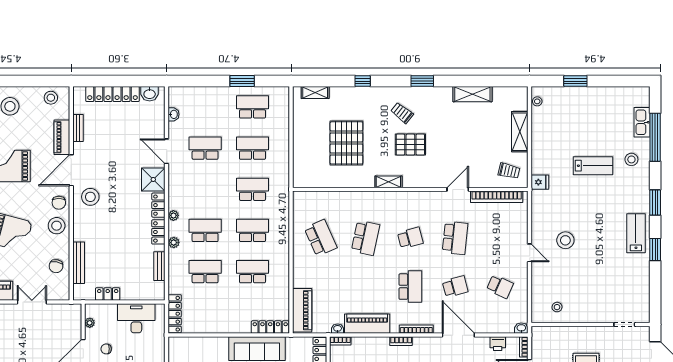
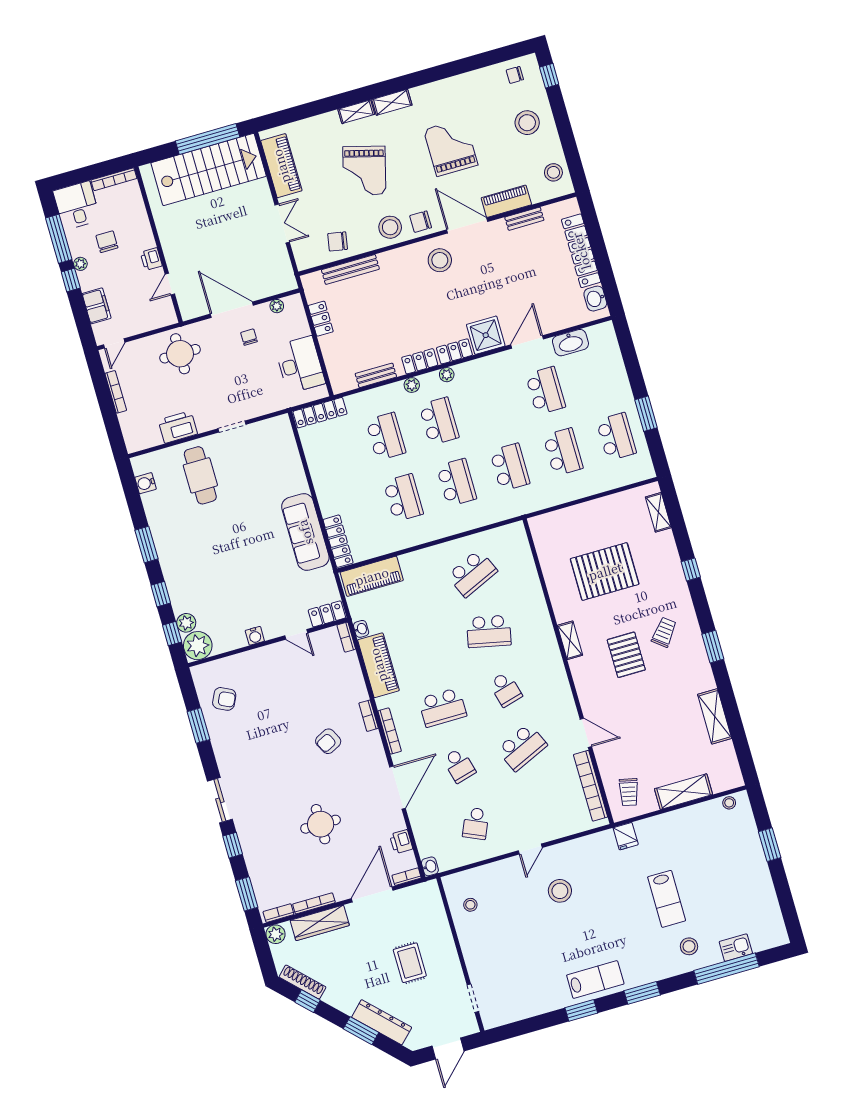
washbasin: (174, 114) -> (570, 343), width x1.91, depth x1.45
kitchen sink: (642, 122) -> (736, 948), width x0.73
school desk: (455, 238) -> (522, 747), turned -30

